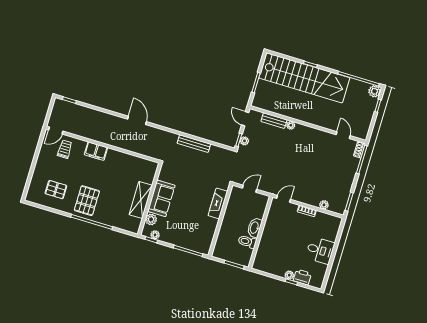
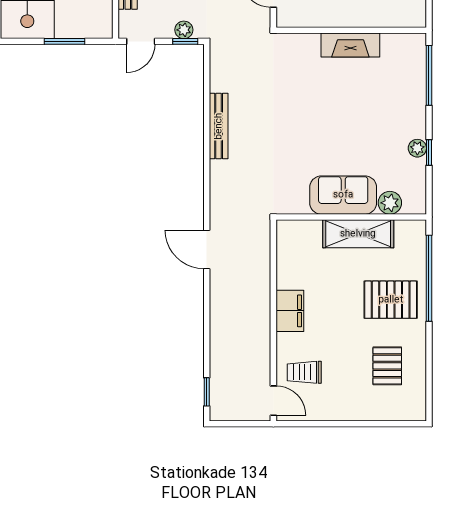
door: (137, 120) -> (207, 249), hinge flipped
sofa: (161, 198) -> (343, 195), moved
wall: (150, 199) -> (351, 217), moved
shelving: (141, 200) -> (358, 234), moved
fireplace: (218, 203) -> (350, 45), moved
plant: (151, 219) -> (390, 203), moved

